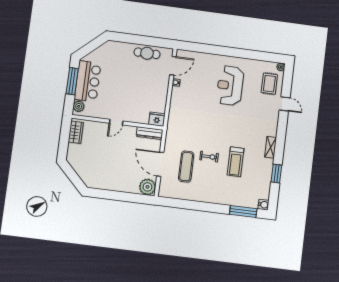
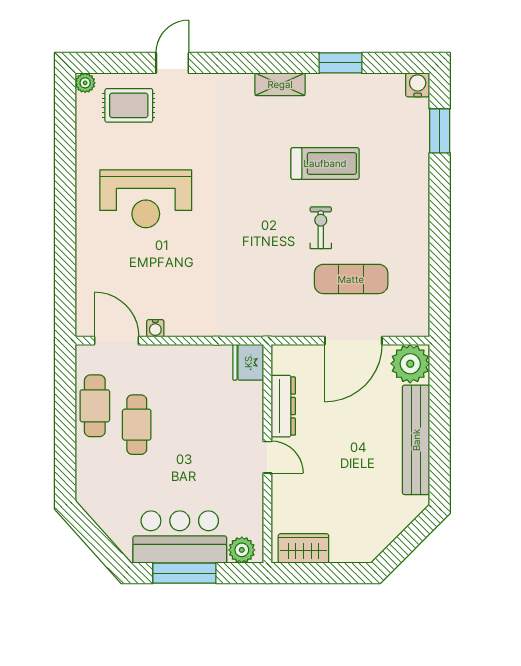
cafe table: (137, 69) -> (137, 425), added
dresser: (150, 133) -> (283, 406), moved
bench: (115, 185) -> (416, 440), added
window: (243, 211) -> (440, 131), width x0.69

